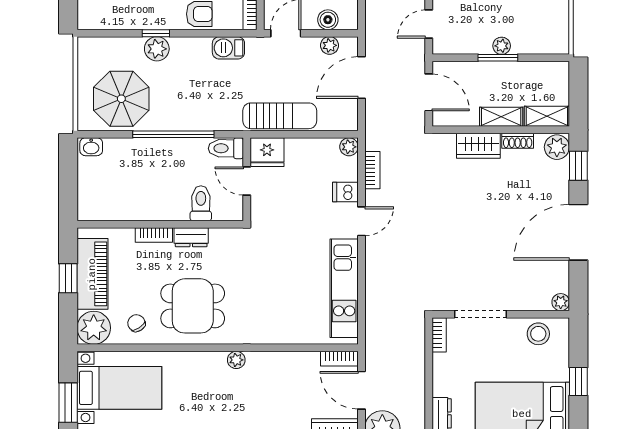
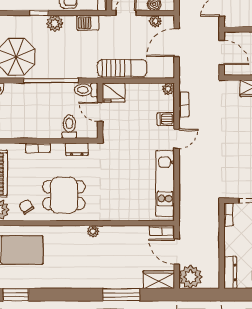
plant: (157, 49) -> (55, 23), moved
dresser: (191, 237) -> (77, 149), moved

